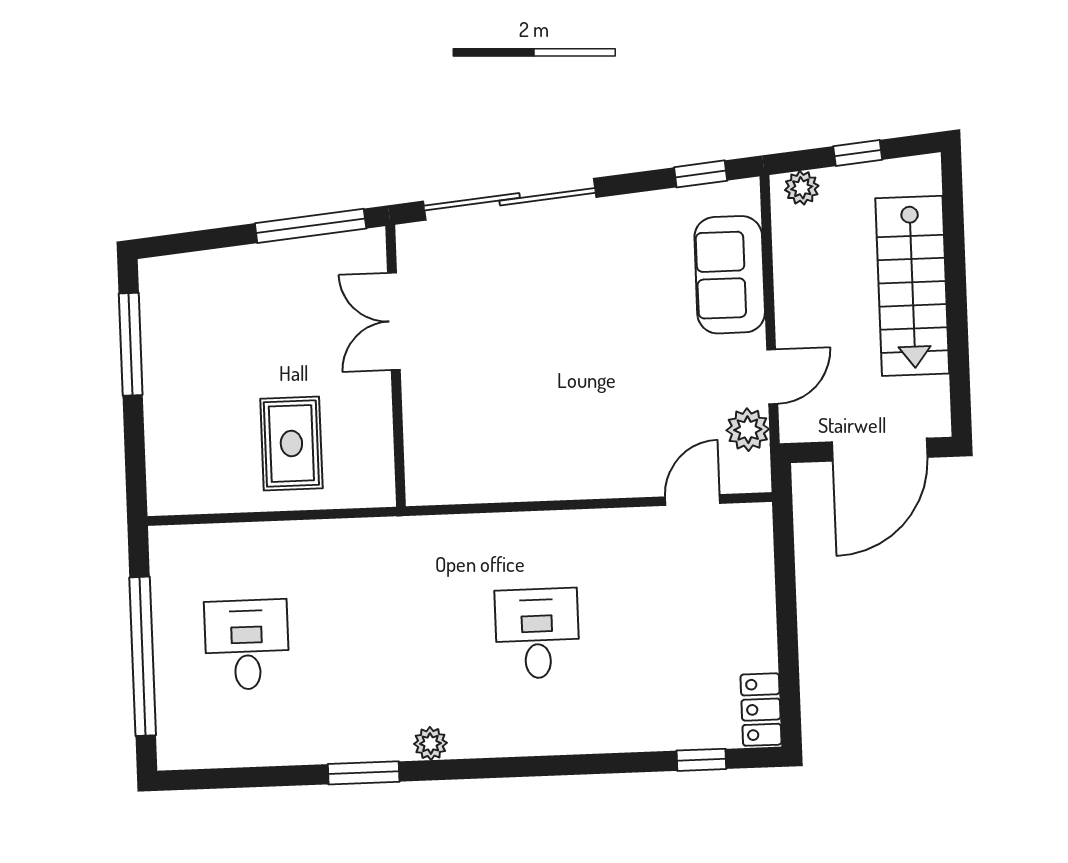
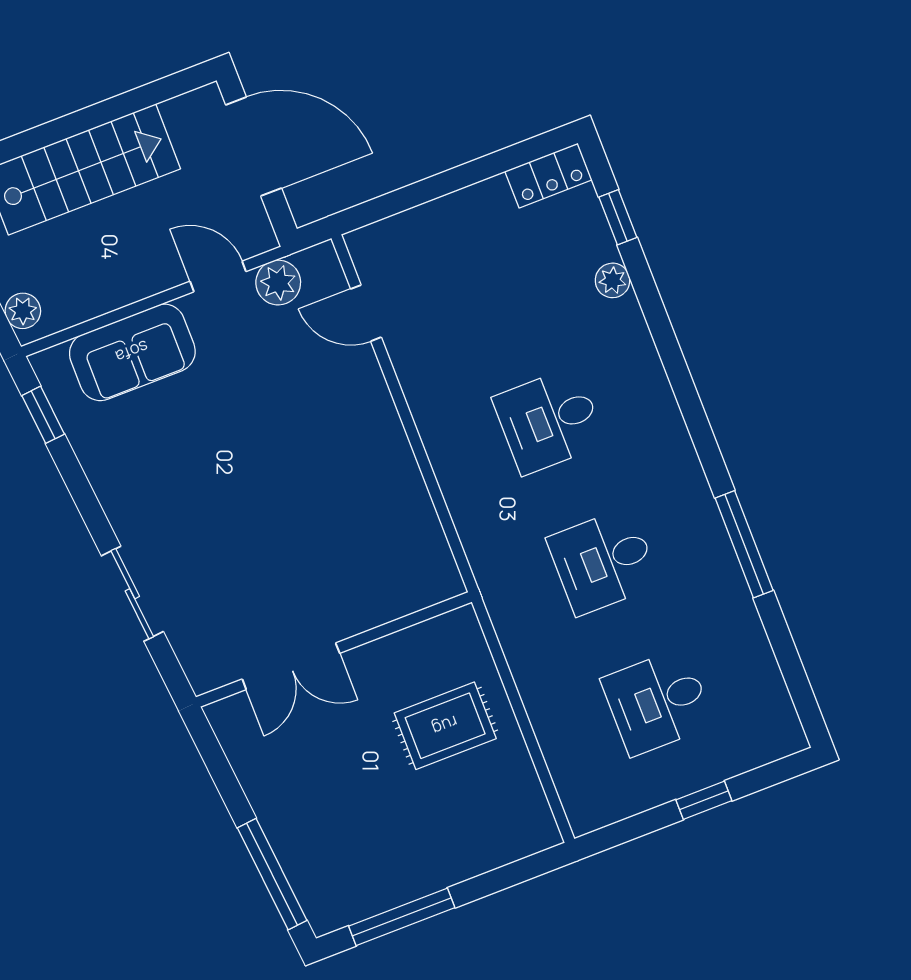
sliding door: (510, 199) -> (132, 594), width x0.54
window: (311, 226) -> (272, 874), moved
desk: (392, 639) -> (603, 561), added
window: (143, 656) -> (704, 800), width x0.32
plant: (430, 743) -> (613, 280), moved
window: (364, 773) -> (744, 544), width x1.44

